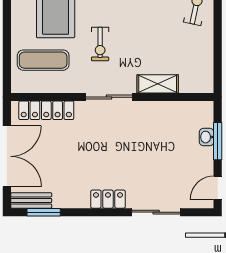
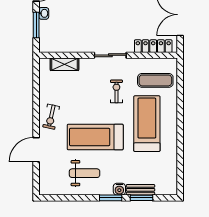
shelving: (158, 84) -> (64, 64), moved
washbasin: (207, 137) -> (44, 13), moved

